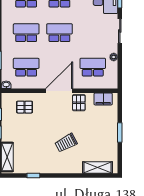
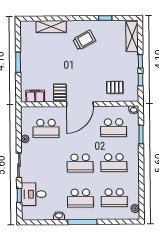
trolley: (66, 143) -> (84, 40), moved
shelving: (98, 167) -> (51, 27), moved

